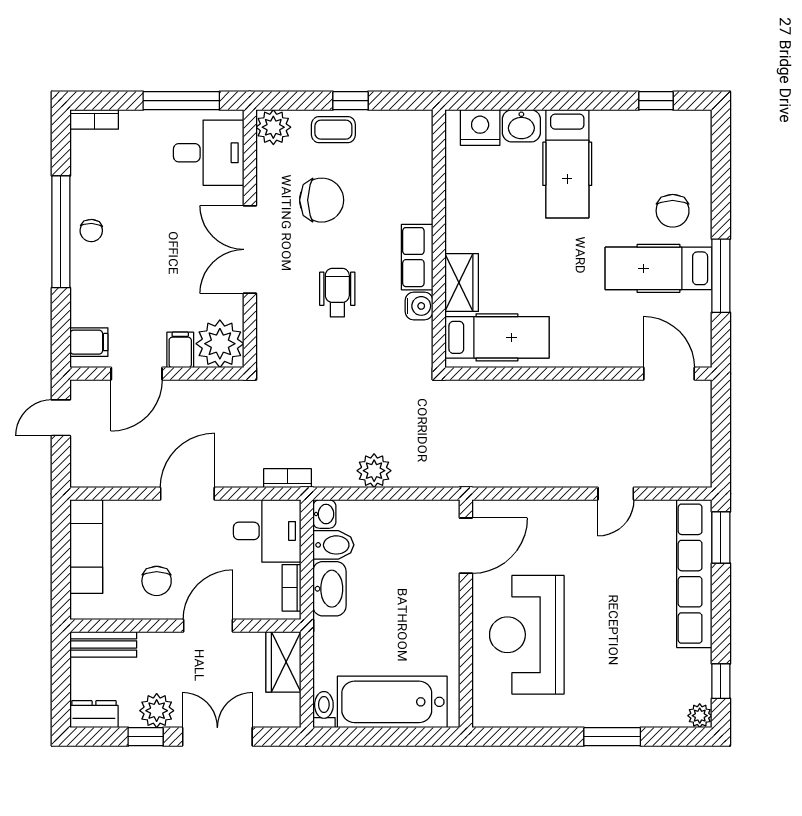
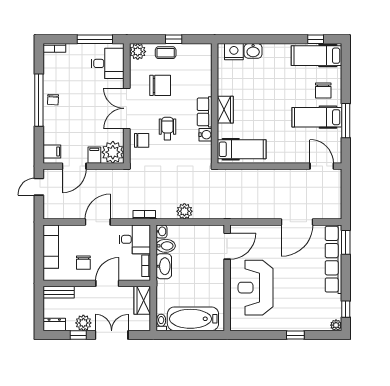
hospital bed: (567, 164) -> (316, 56), moved, turned 90
wardrobe: (462, 283) -> (225, 110), moved
chair: (282, 318) -> (142, 140), added
door: (616, 494) -> (297, 222), width x1.87
window: (612, 737) -> (295, 335), width x0.67

